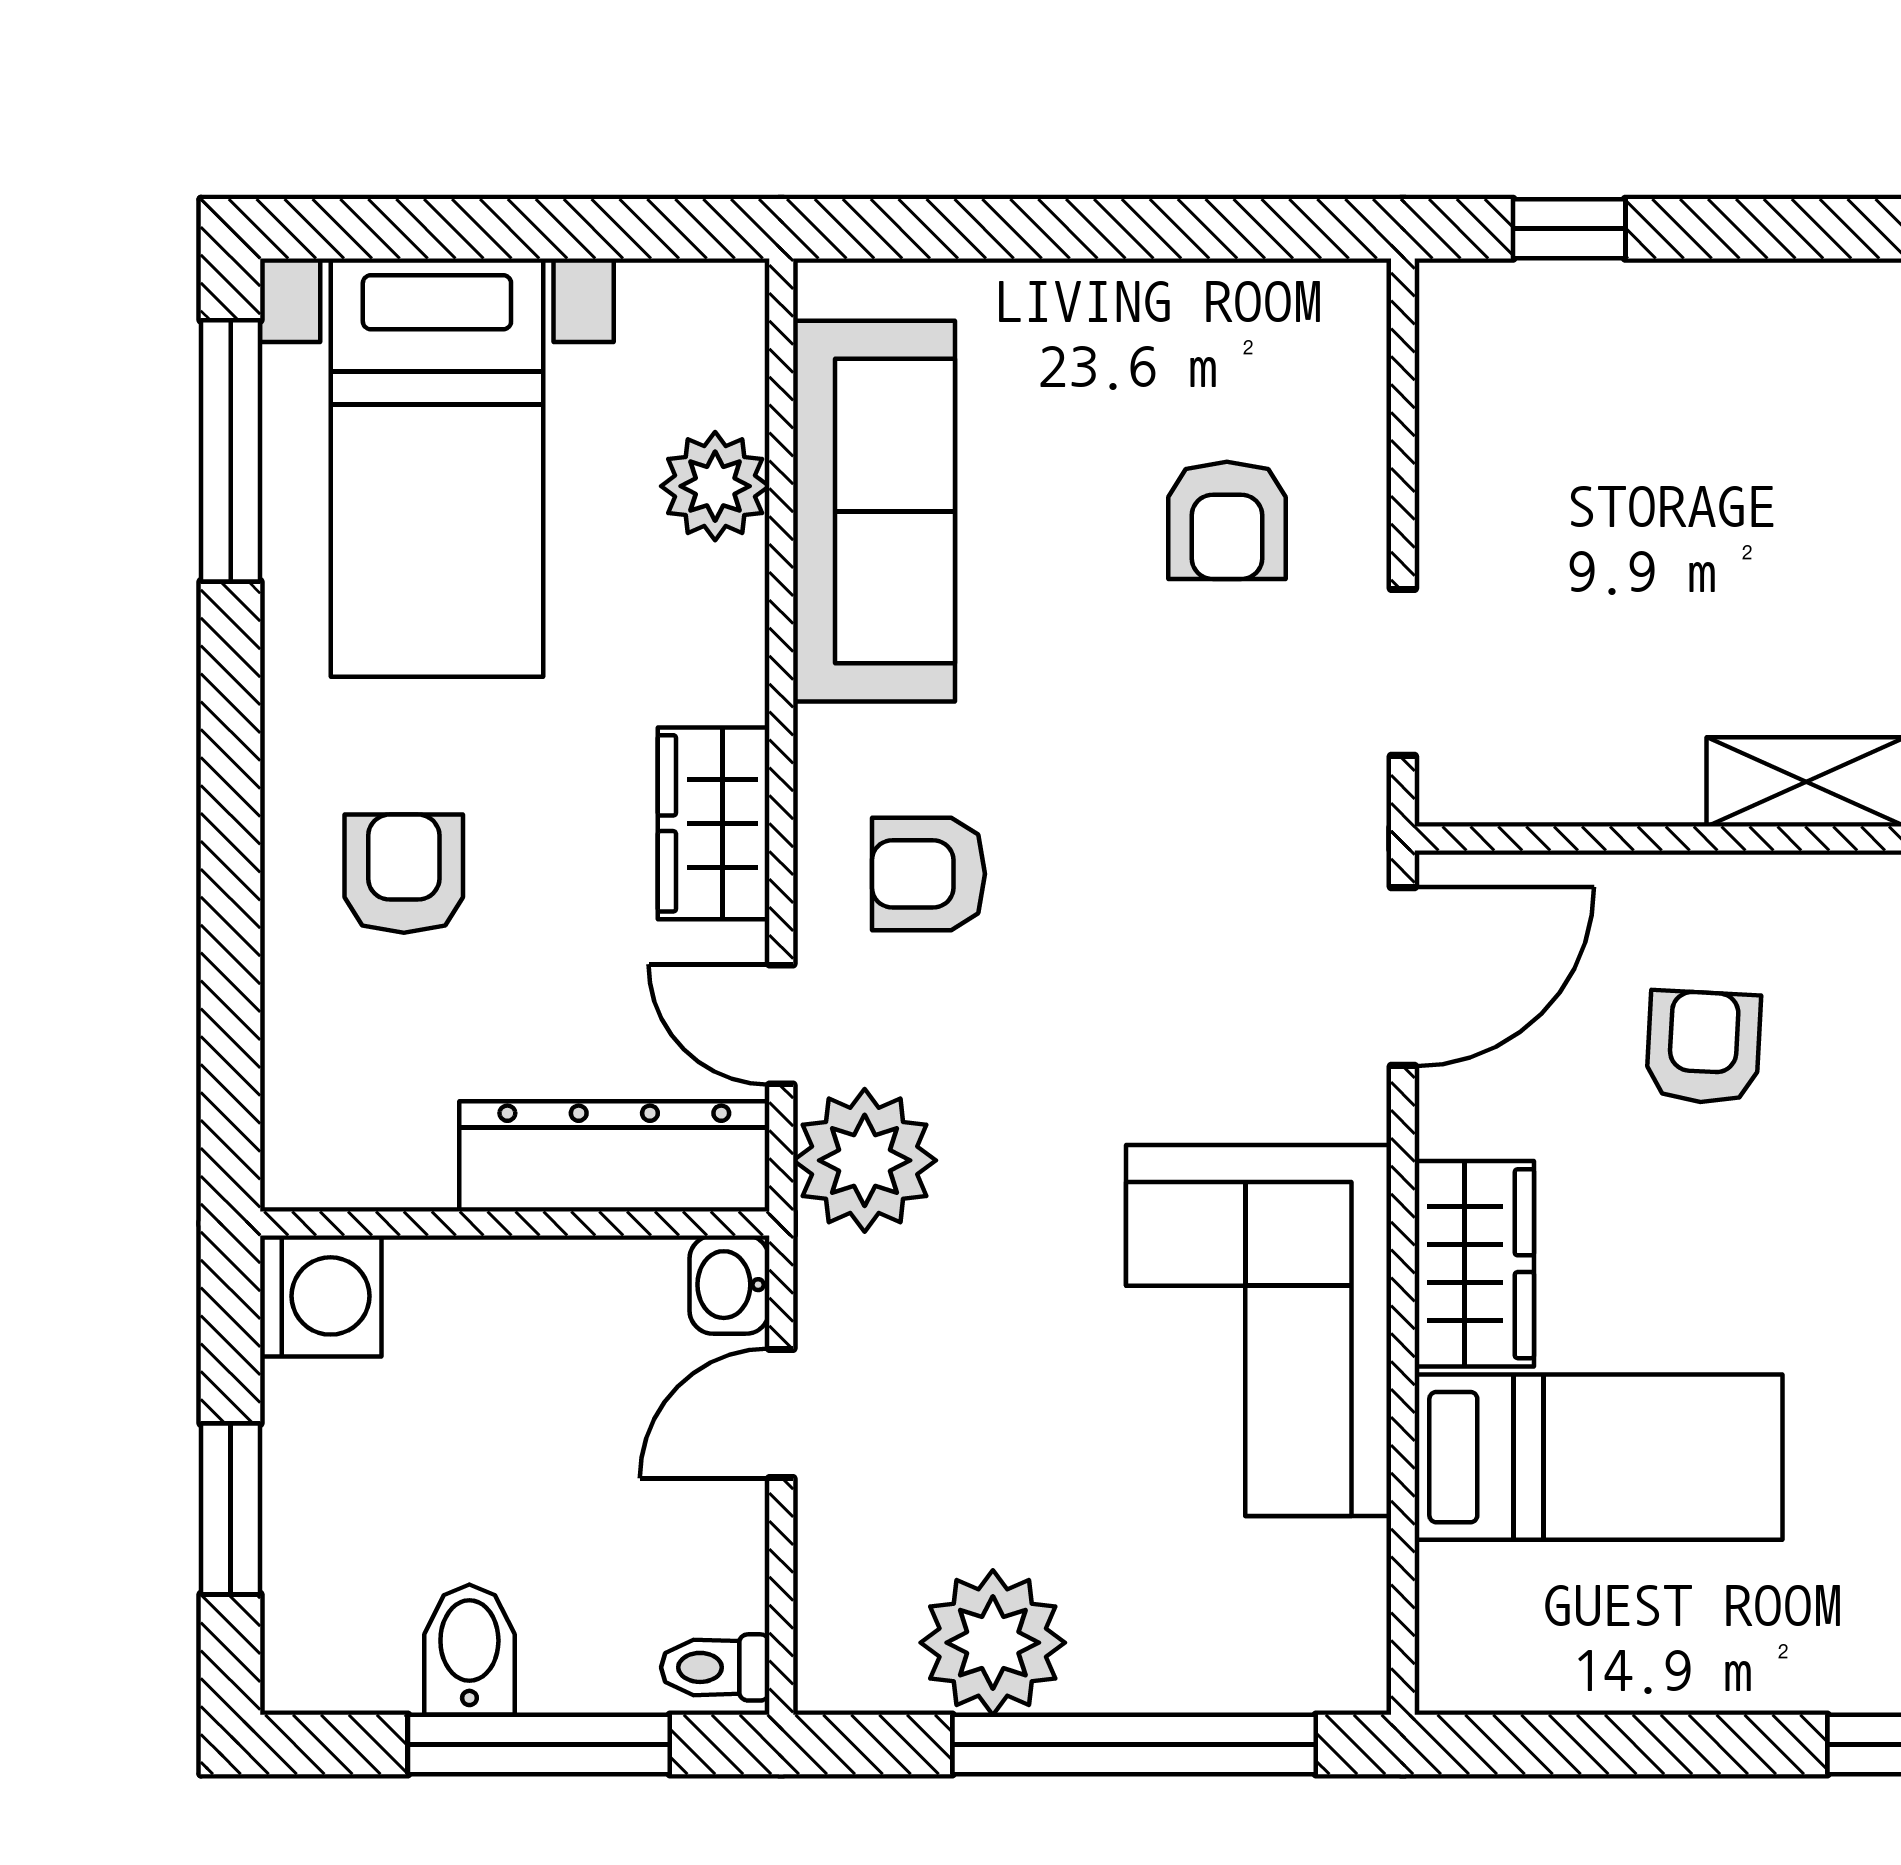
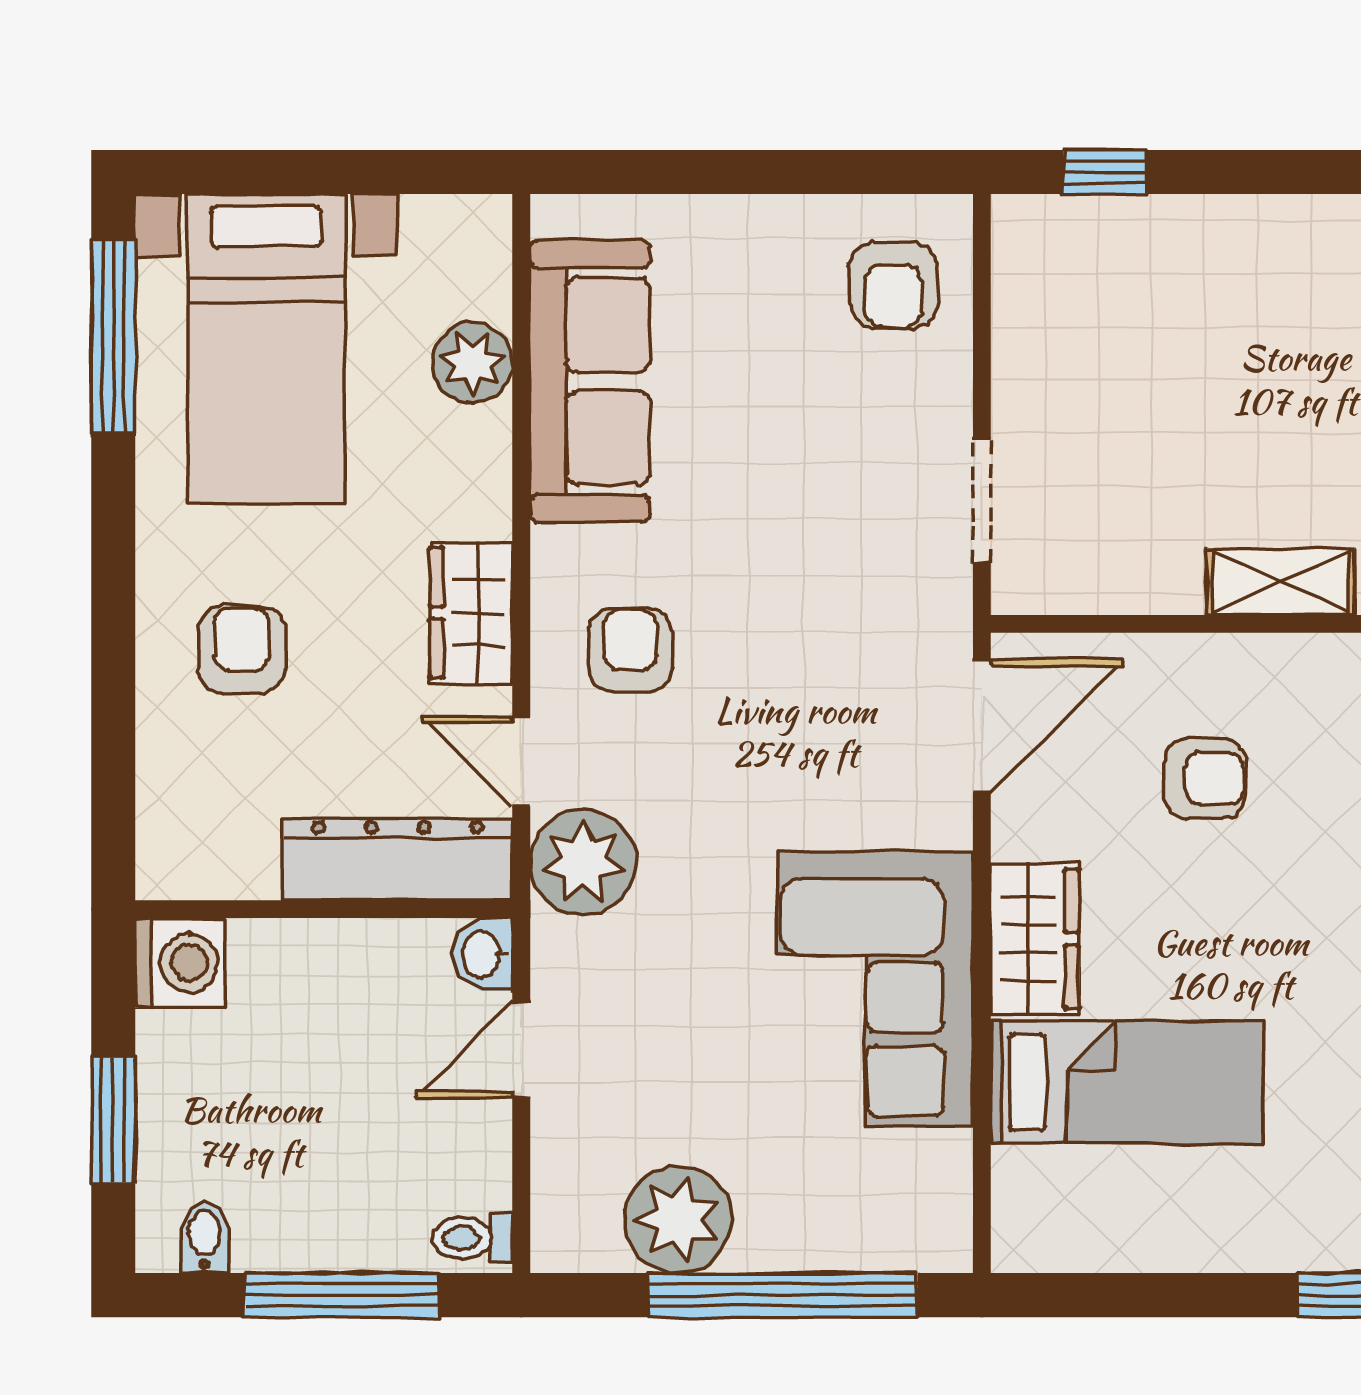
armchair: (1227, 520) -> (894, 285), moved
armchair: (928, 874) -> (630, 650), turned 90
armchair: (1703, 1047) -> (1205, 779), turned 87
bidet: (469, 1650) -> (204, 1238), moved, width x0.72, depth x0.74

